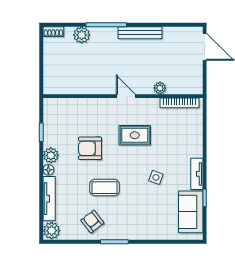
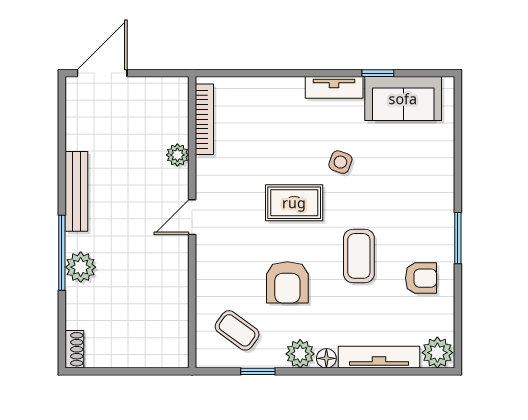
plant: (82, 35) -> (81, 267), moved
coffee table: (64, 121) -> (237, 330), added
rug: (135, 135) -> (294, 203), moved, turned 90
armchair: (92, 222) -> (421, 278), turned -142

